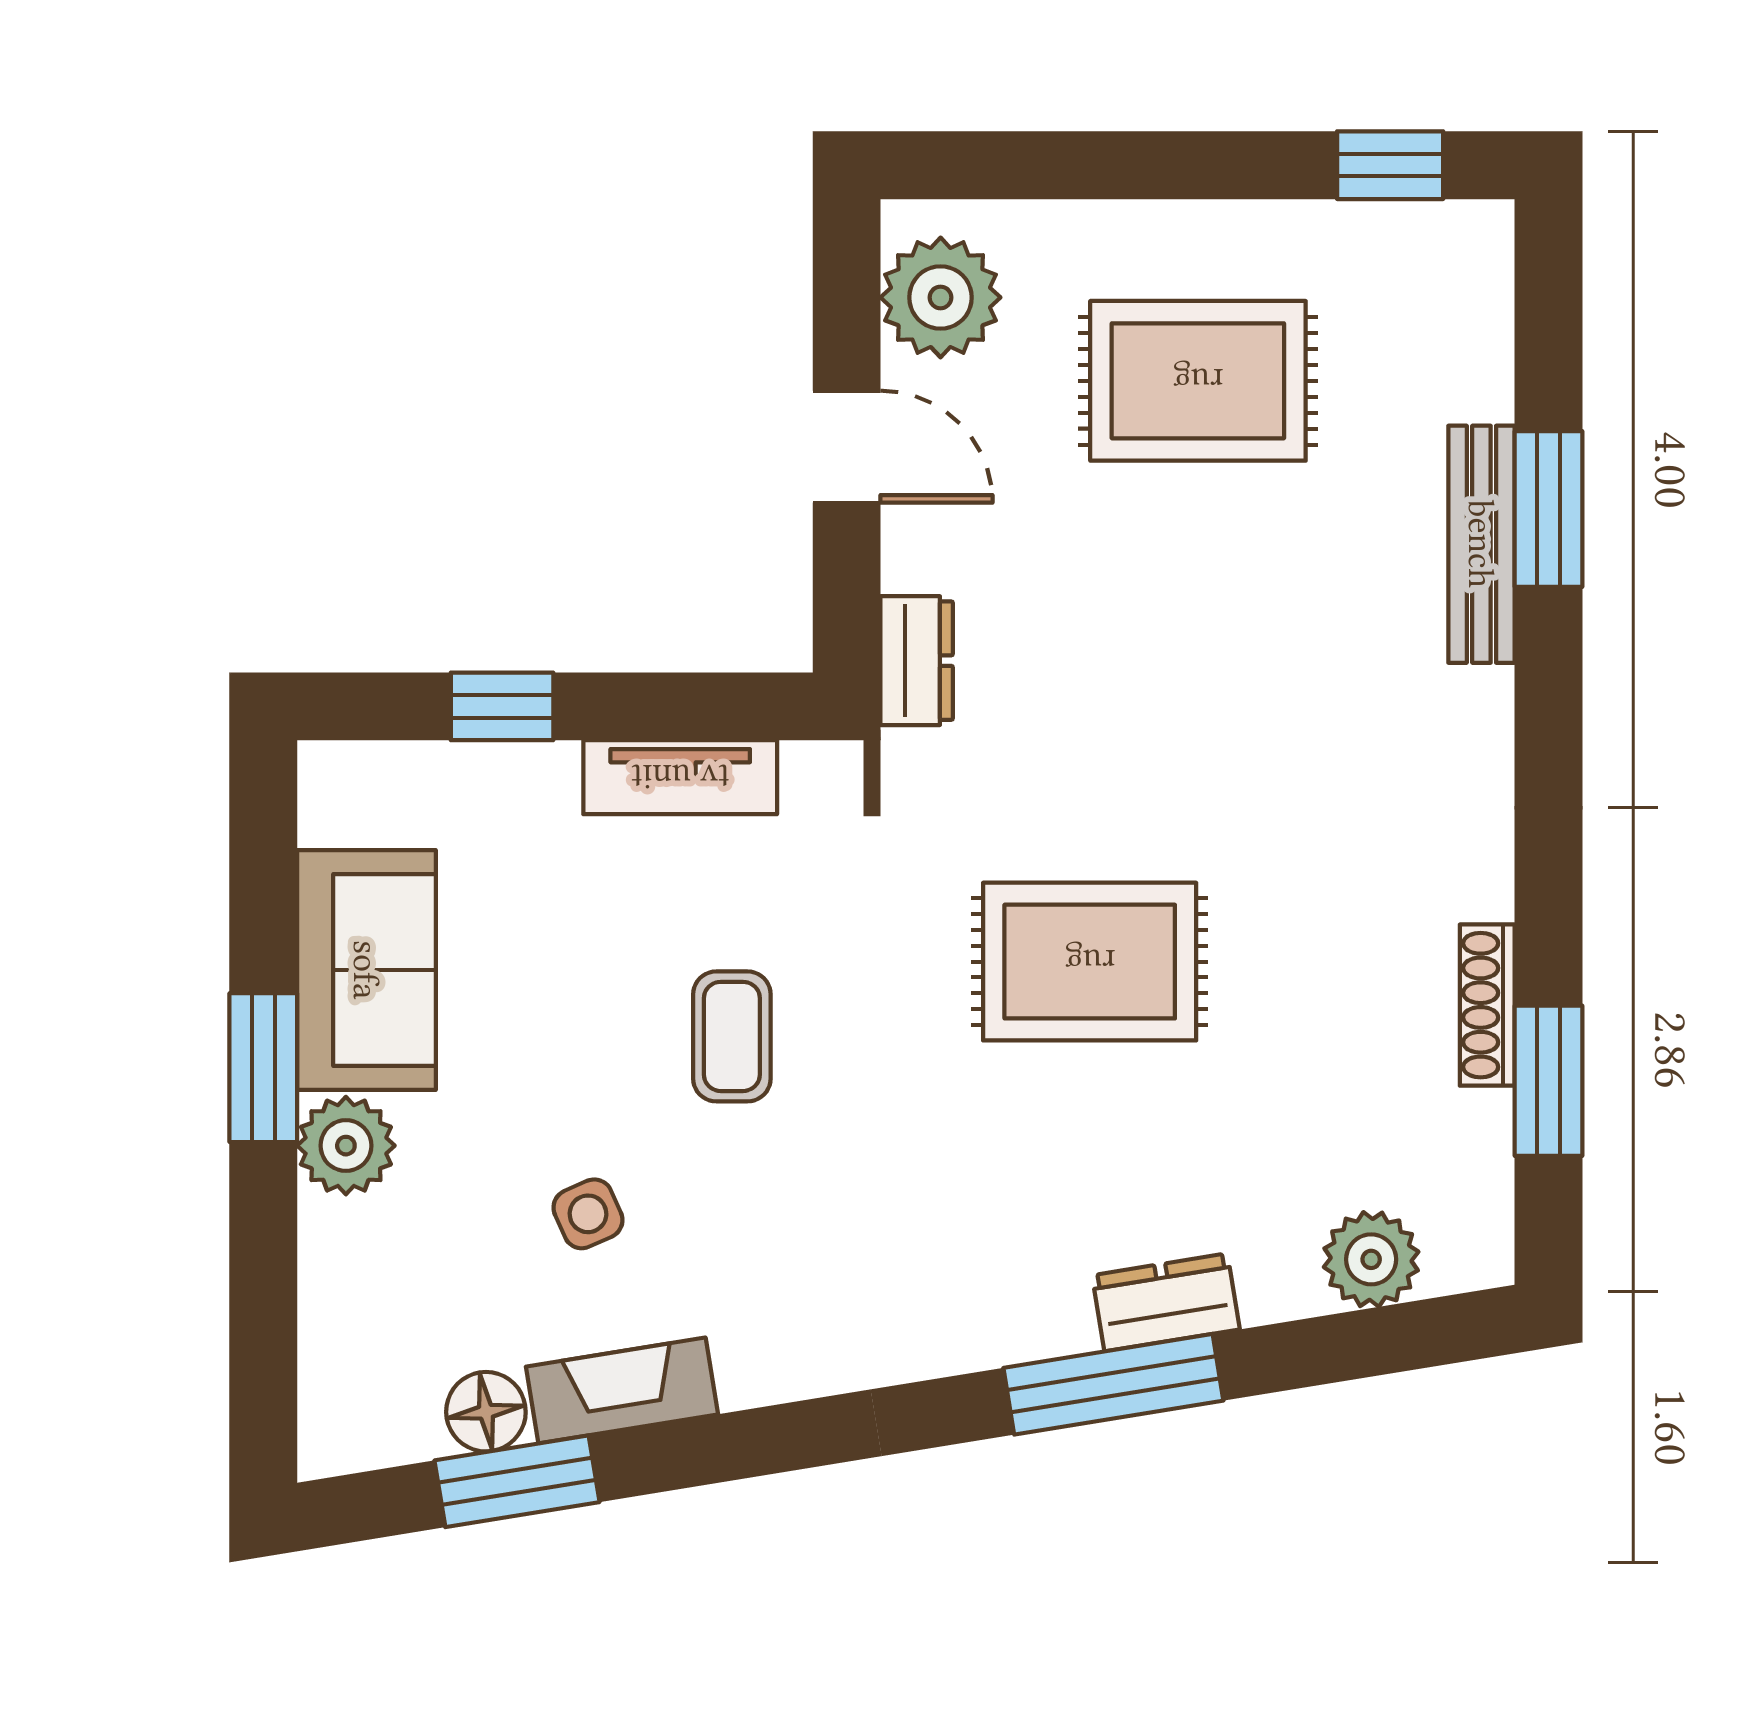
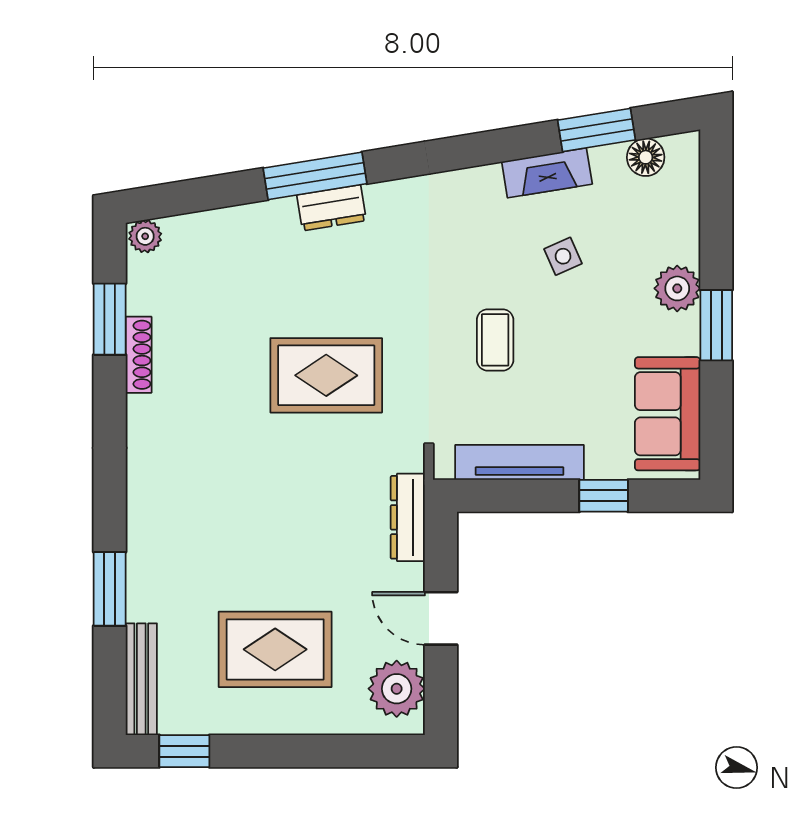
bench: (1481, 544) -> (141, 679), moved
dresser: (917, 661) -> (408, 517), width x1.44
tv unit: (680, 777) -> (519, 462), width x1.41
sofa: (366, 970) -> (668, 414), moved
plant: (1371, 1259) -> (145, 236), moved, width x0.73, depth x0.73
dresser: (1166, 1302) -> (332, 208), moved
floor lamp: (486, 1412) -> (646, 157), moved

